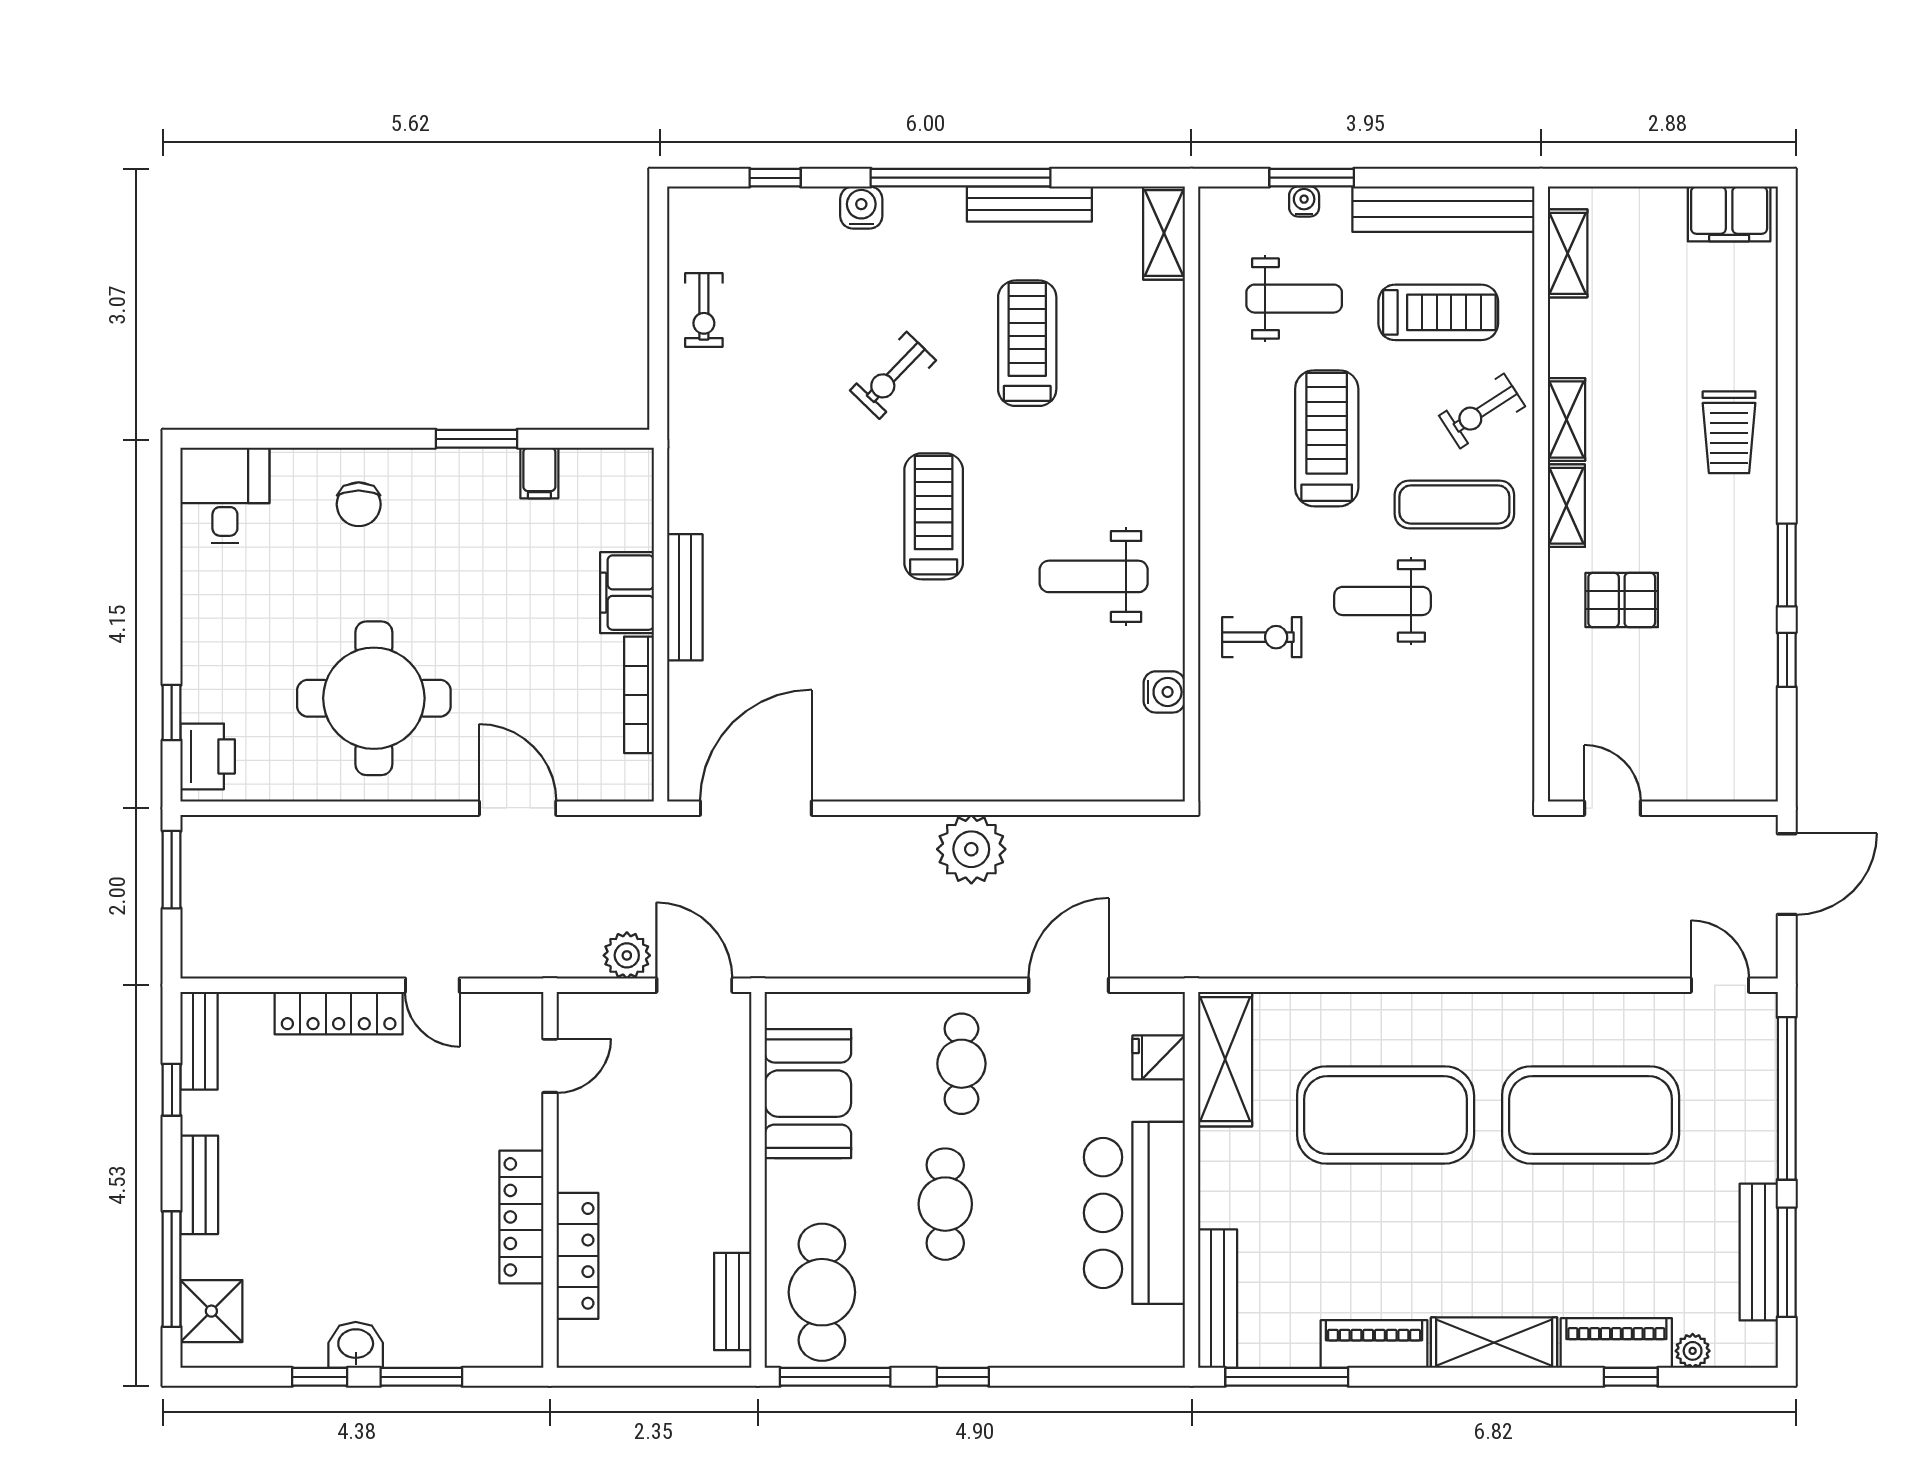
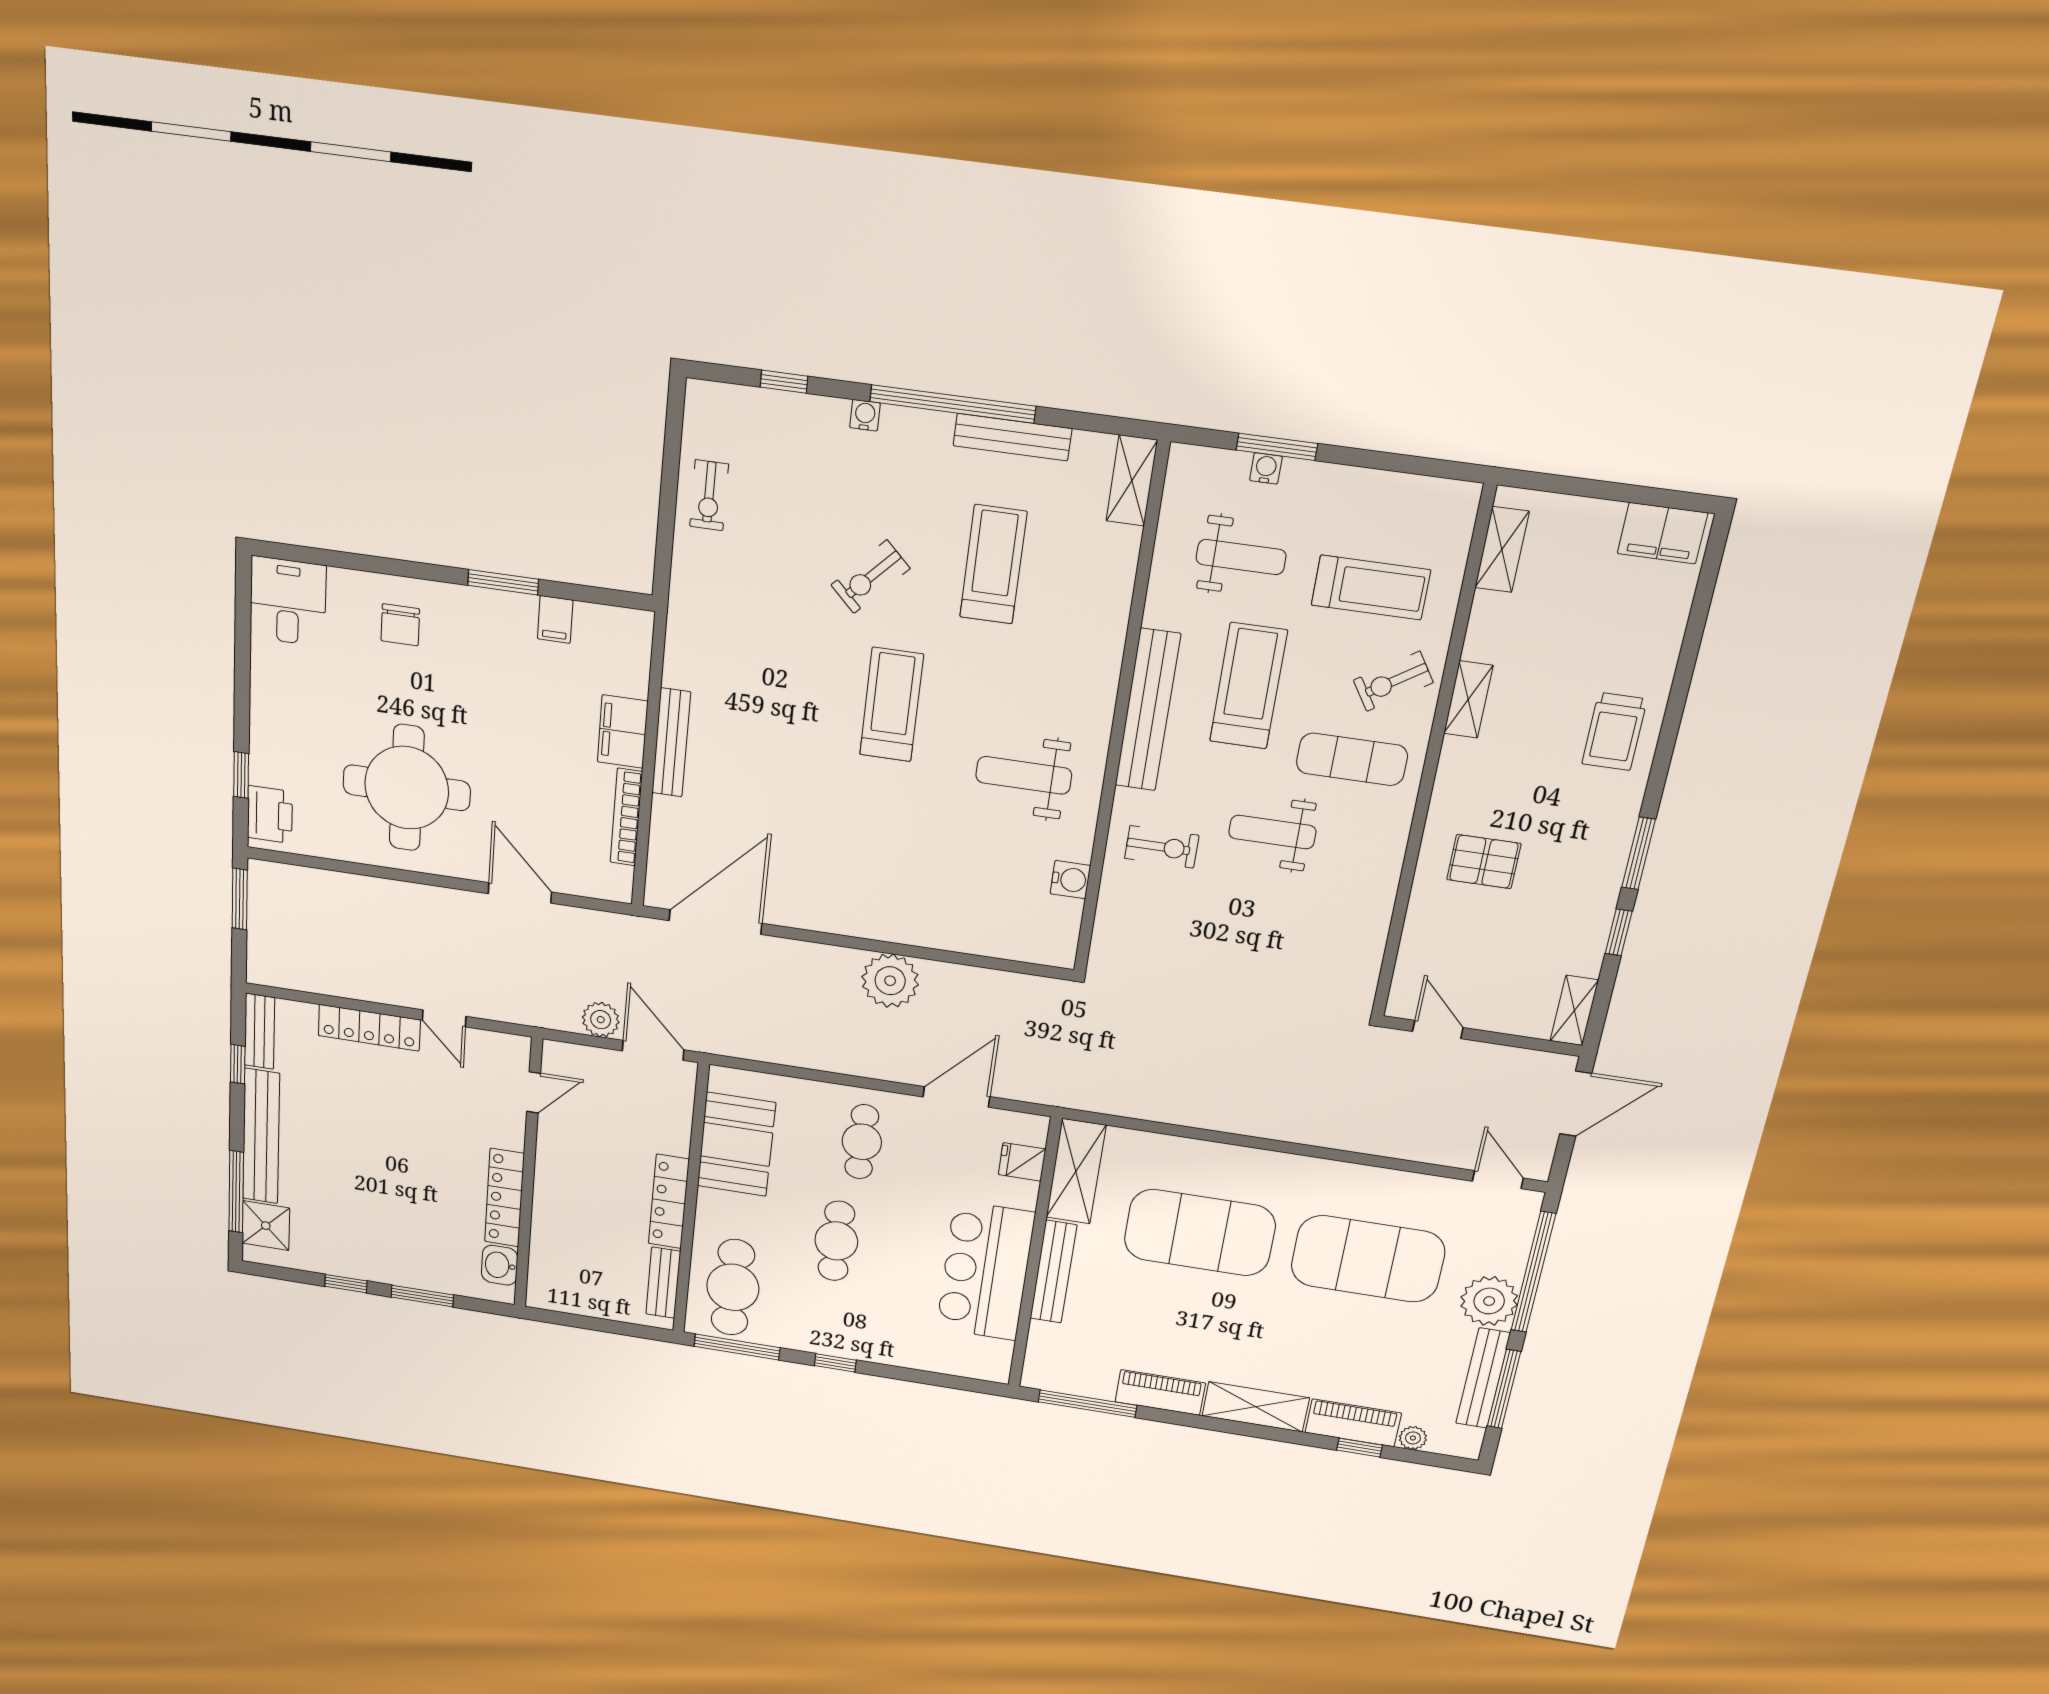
water cooler: (861, 208) -> (865, 415), width x0.72, depth x0.72
bench: (1443, 209) -> (1148, 710), moved, turned 90
shelving: (1566, 506) -> (1574, 1010), moved
plant: (1744, 1146) -> (1489, 1301), added
bench: (199, 1185) -> (261, 1136), width x1.86, depth x1.21
locker: (577, 1256) -> (669, 1202), moved, turned 180
bench: (1218, 1299) -> (1053, 1272), moved
washbasin: (356, 1345) -> (500, 1265), moved, turned -90

